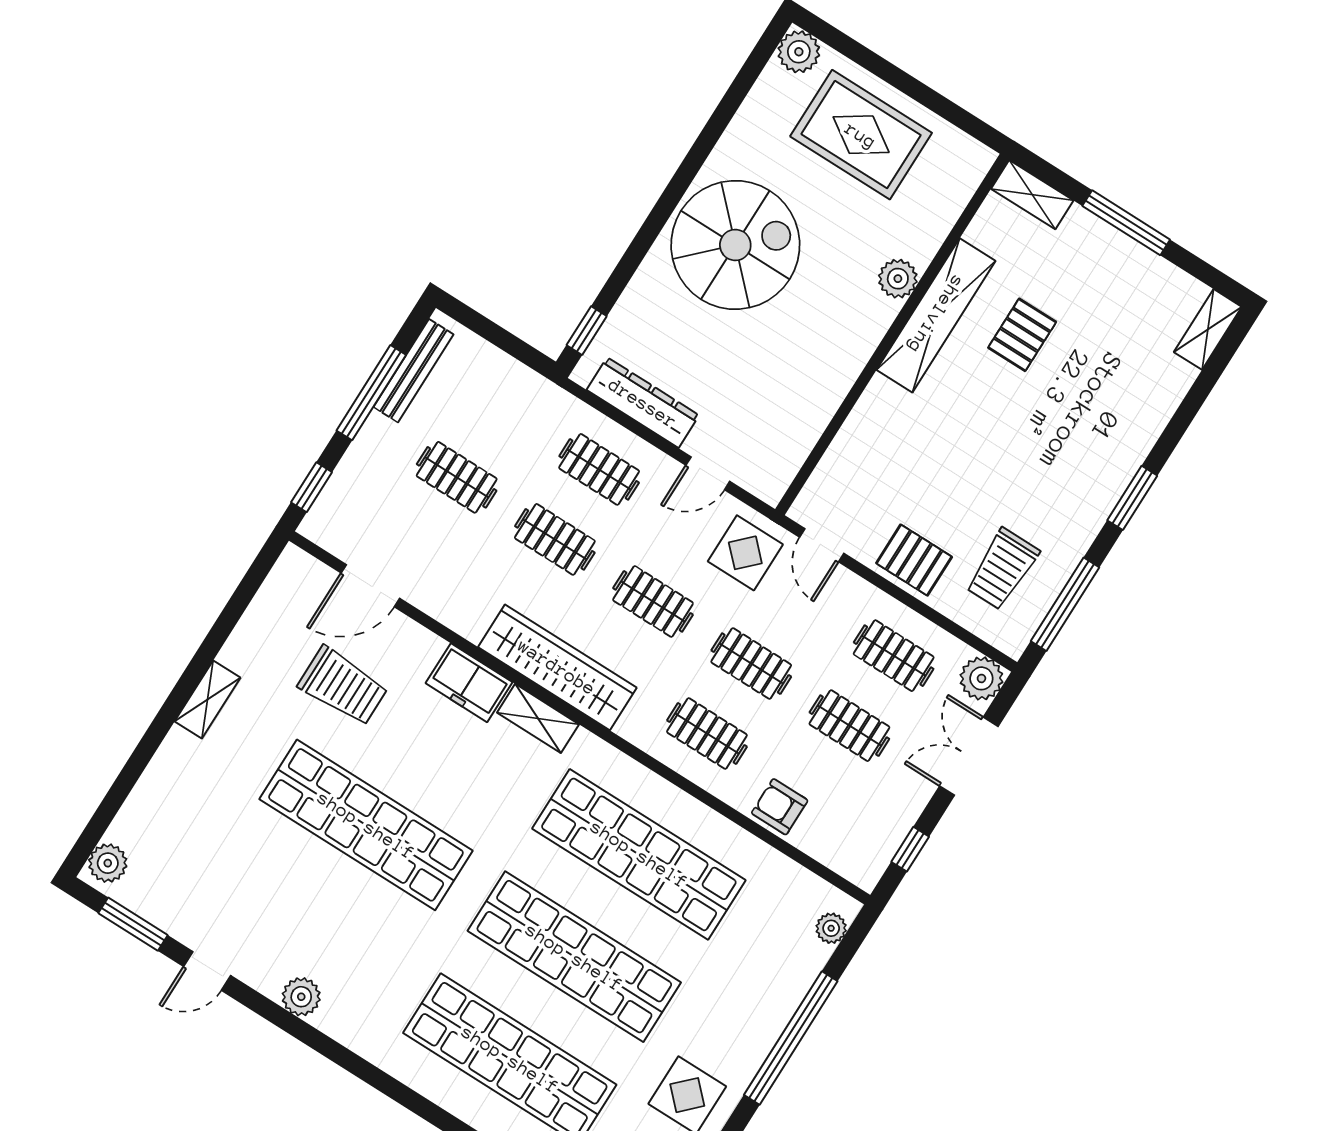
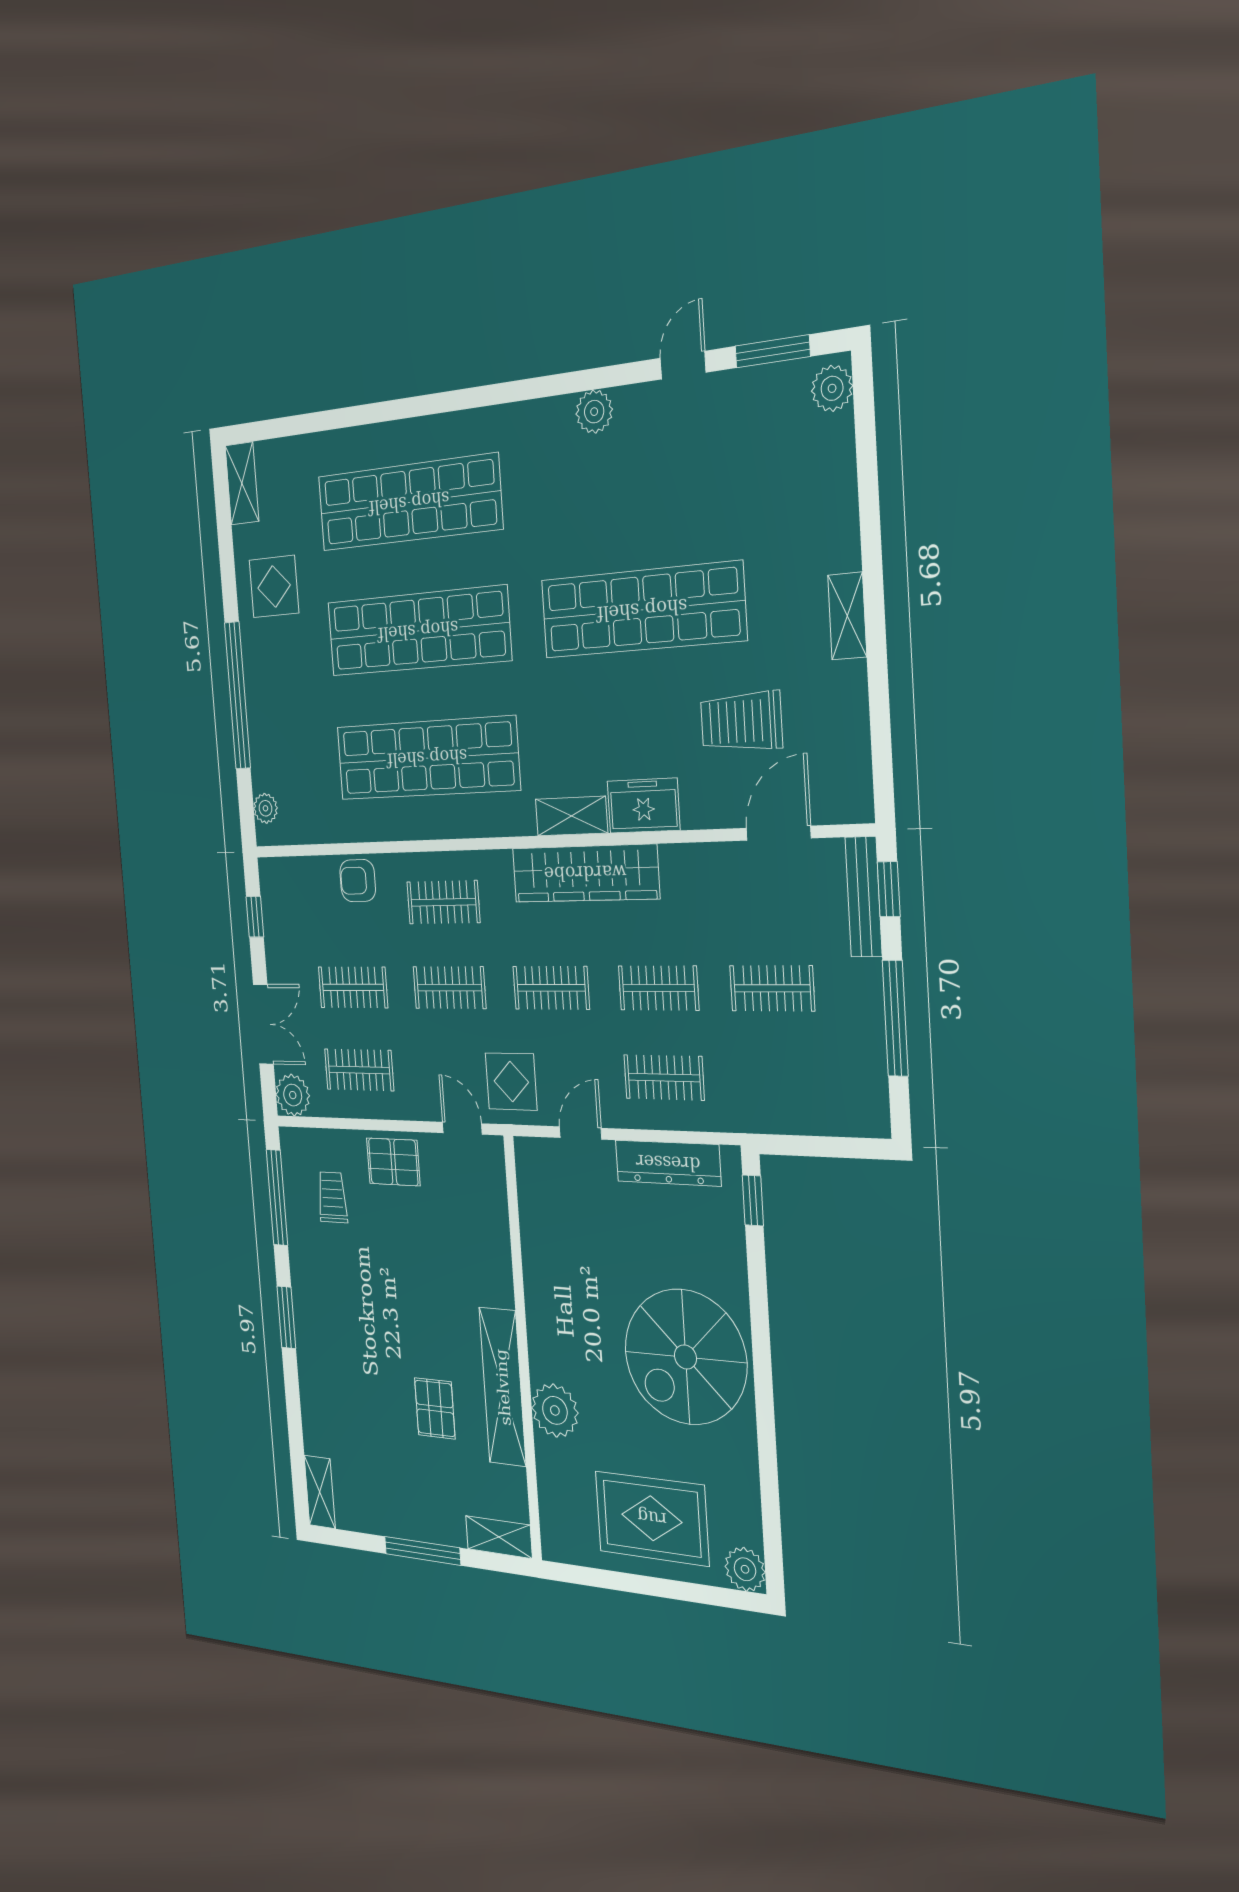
plant: (898, 279) -> (555, 1410), width x1.36, depth x1.36
bench: (413, 371) -> (864, 897), moved
trolley: (1002, 569) -> (332, 1197), width x0.73, depth x0.72
armchair: (780, 807) -> (358, 881), turned 180

